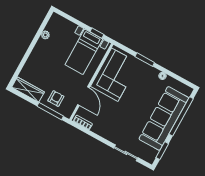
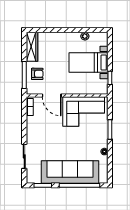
bed with nightstands: (84, 52) -> (88, 62), moved
door: (83, 96) -> (52, 95), hinge flipped

